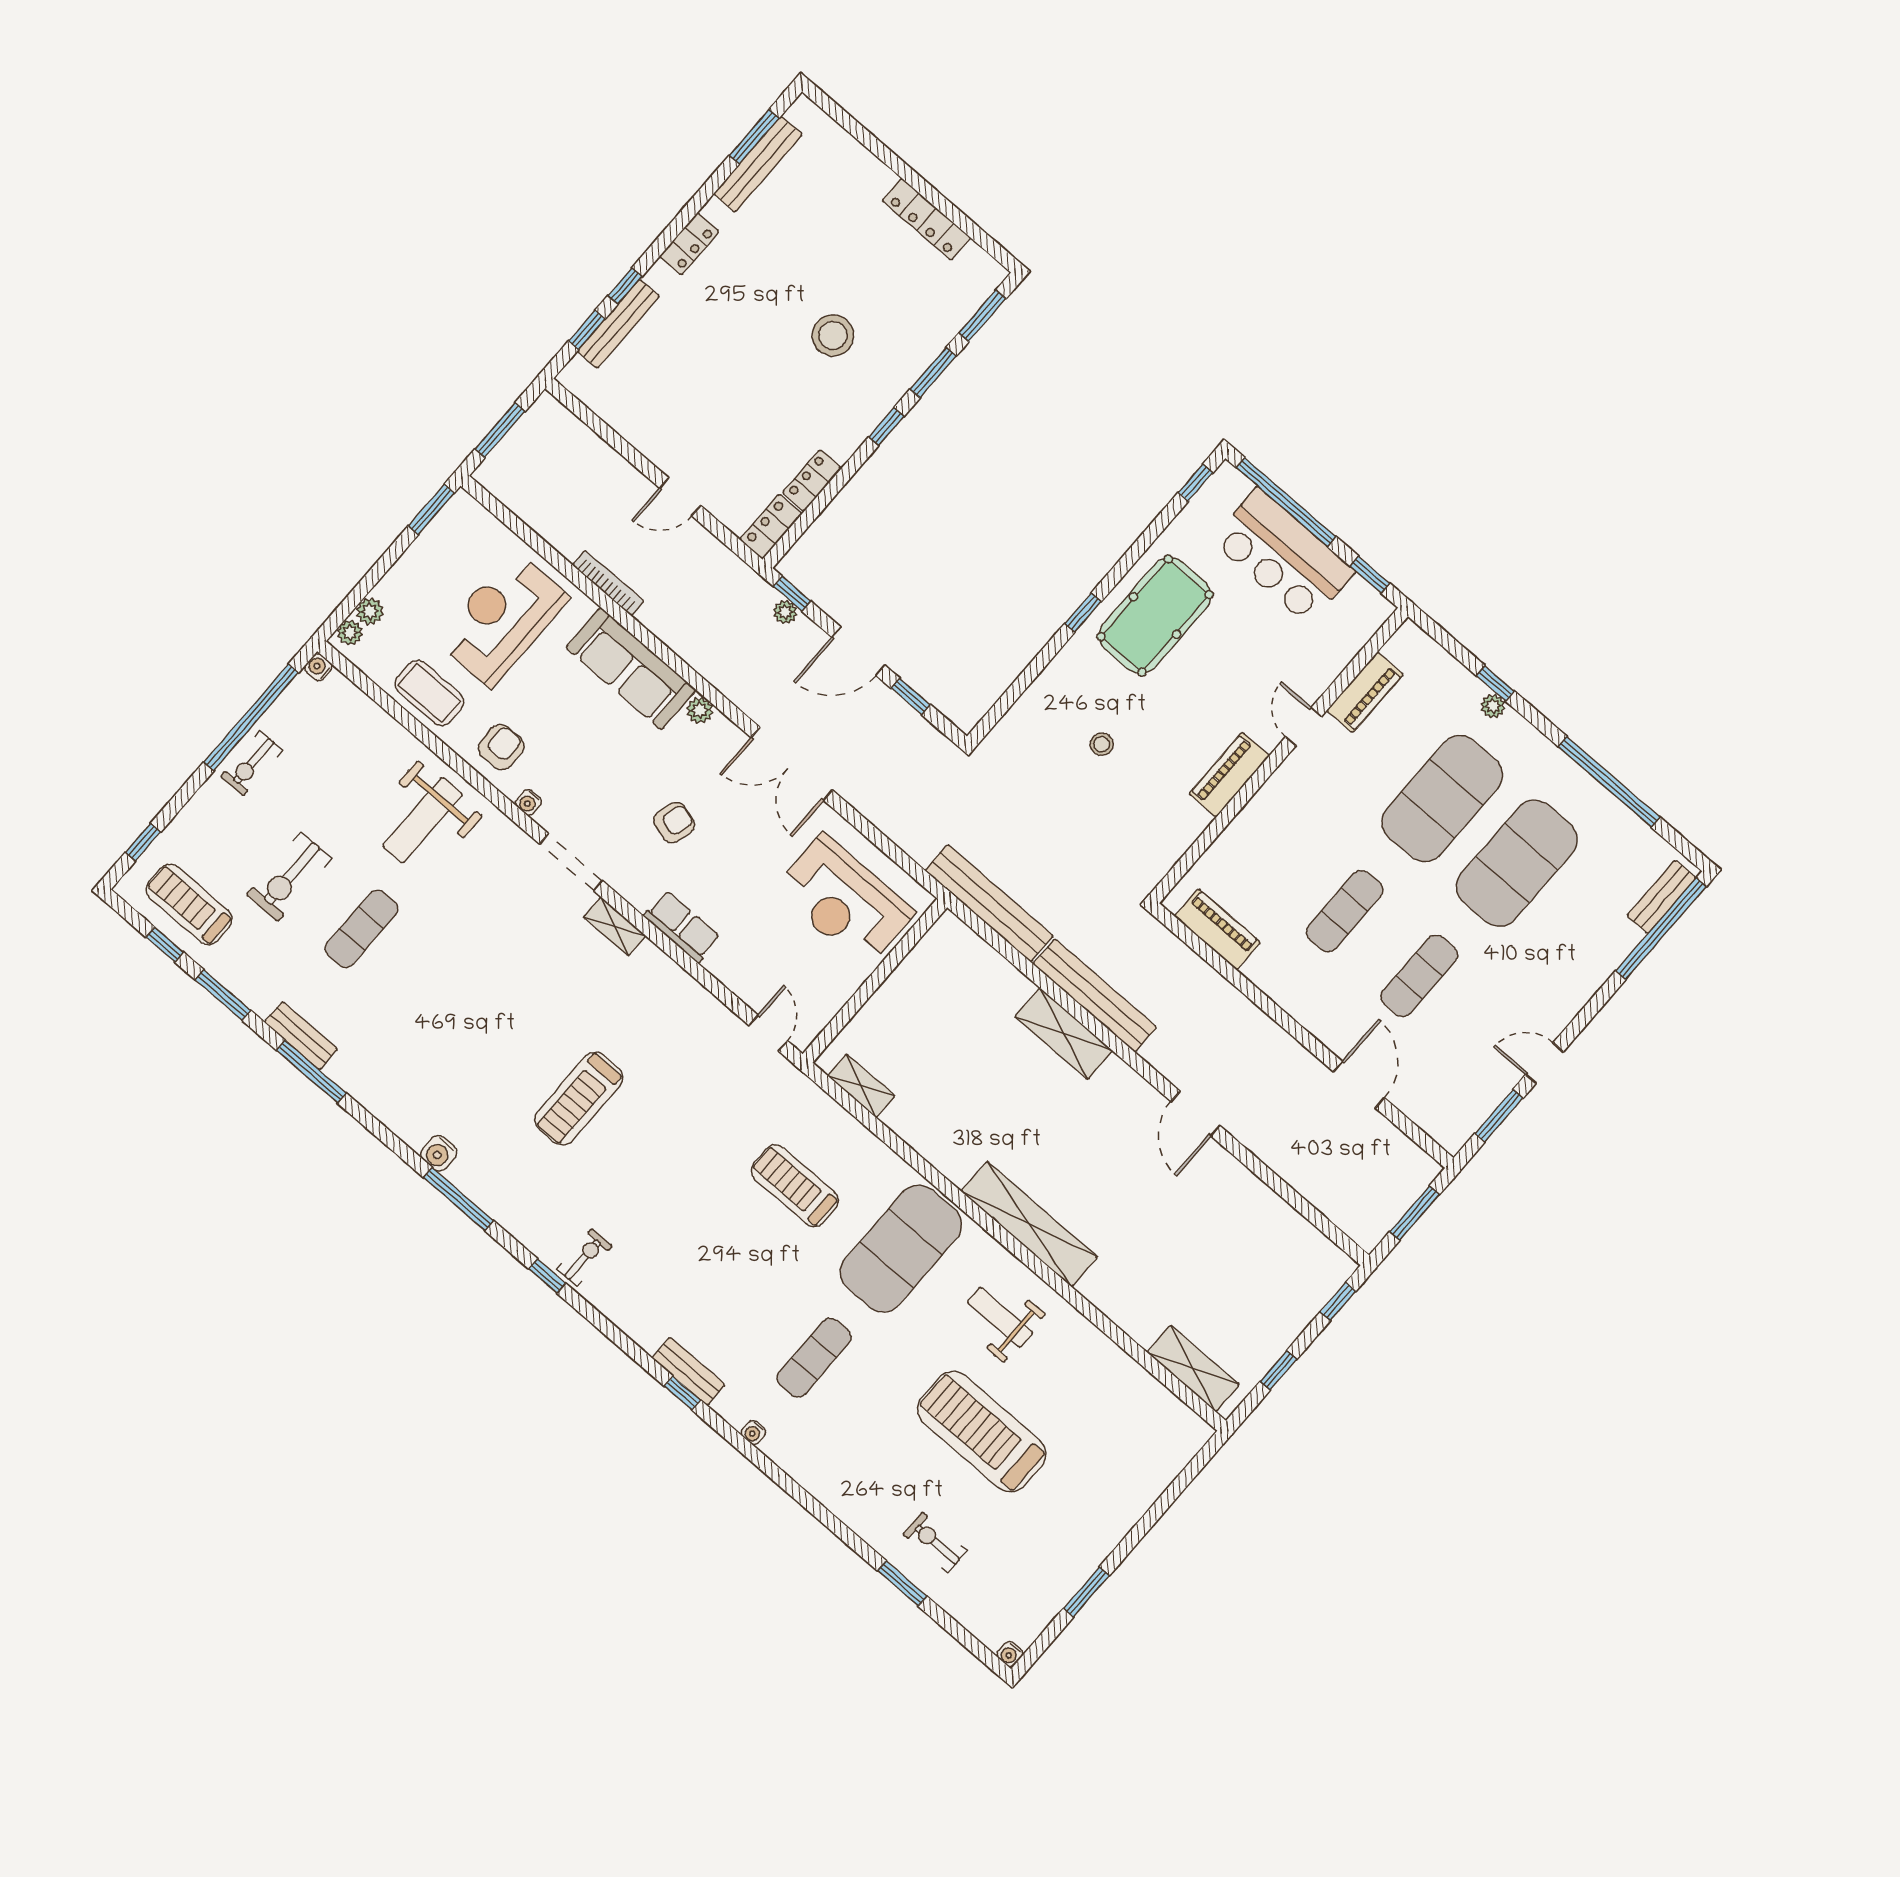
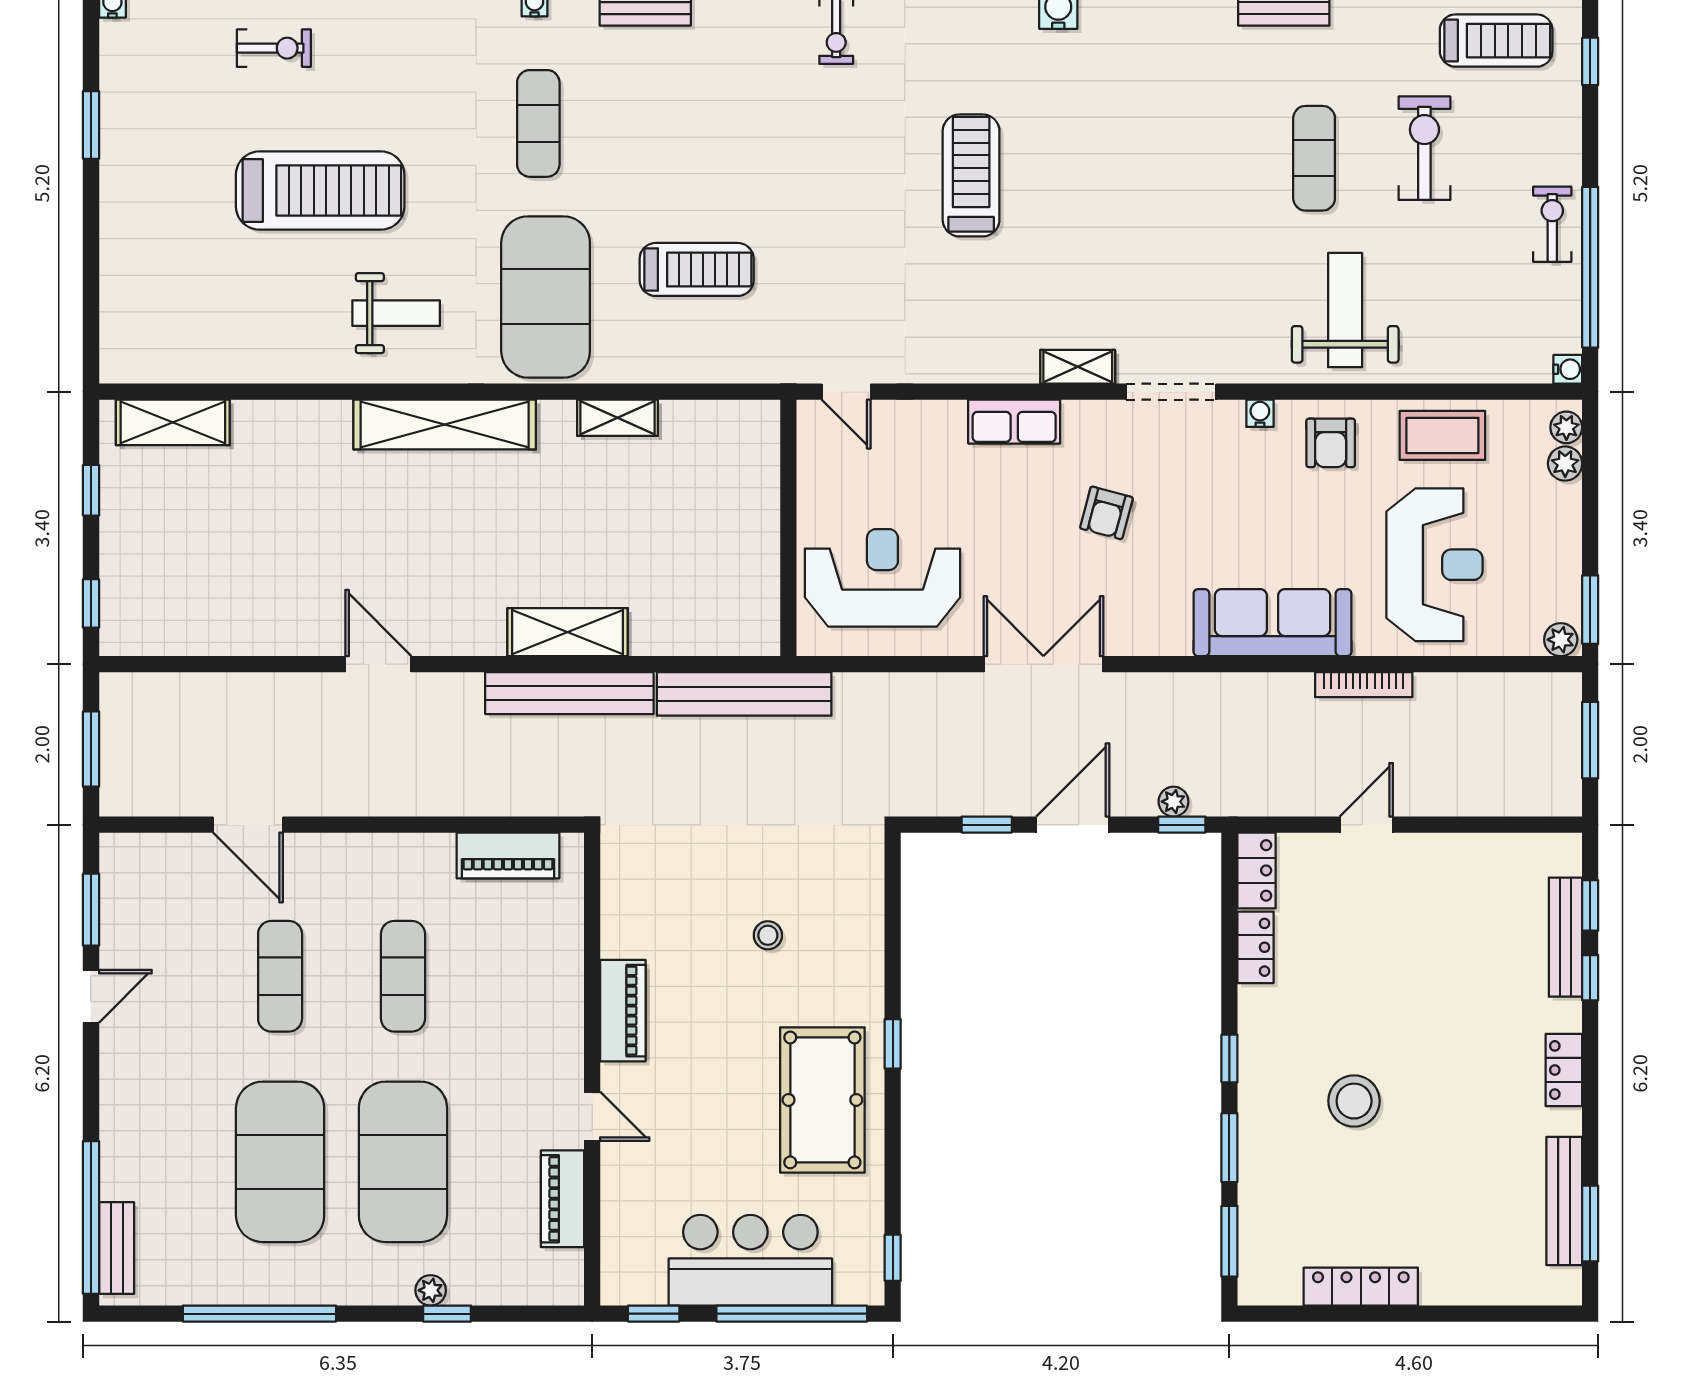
plant: (700, 710) -> (1561, 640), moved
shelving: (861, 1086) -> (618, 418), moved

